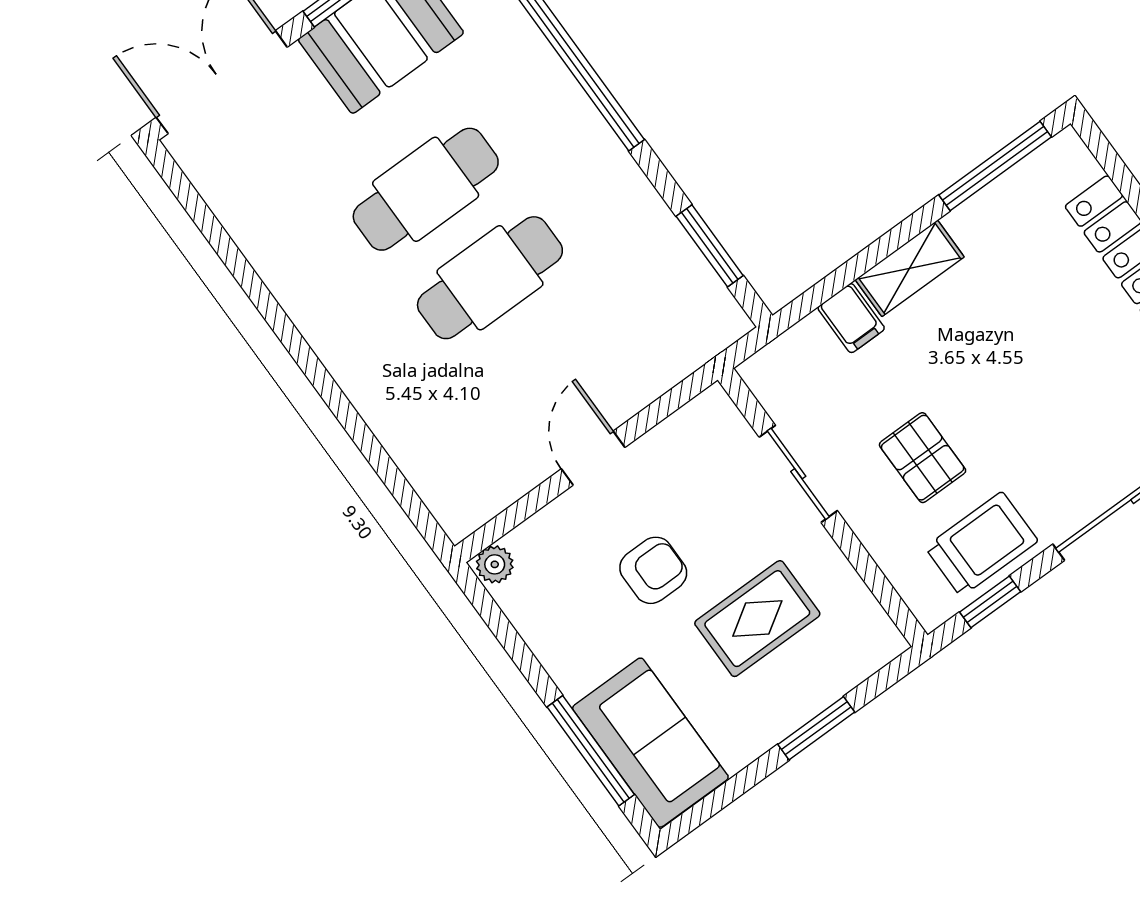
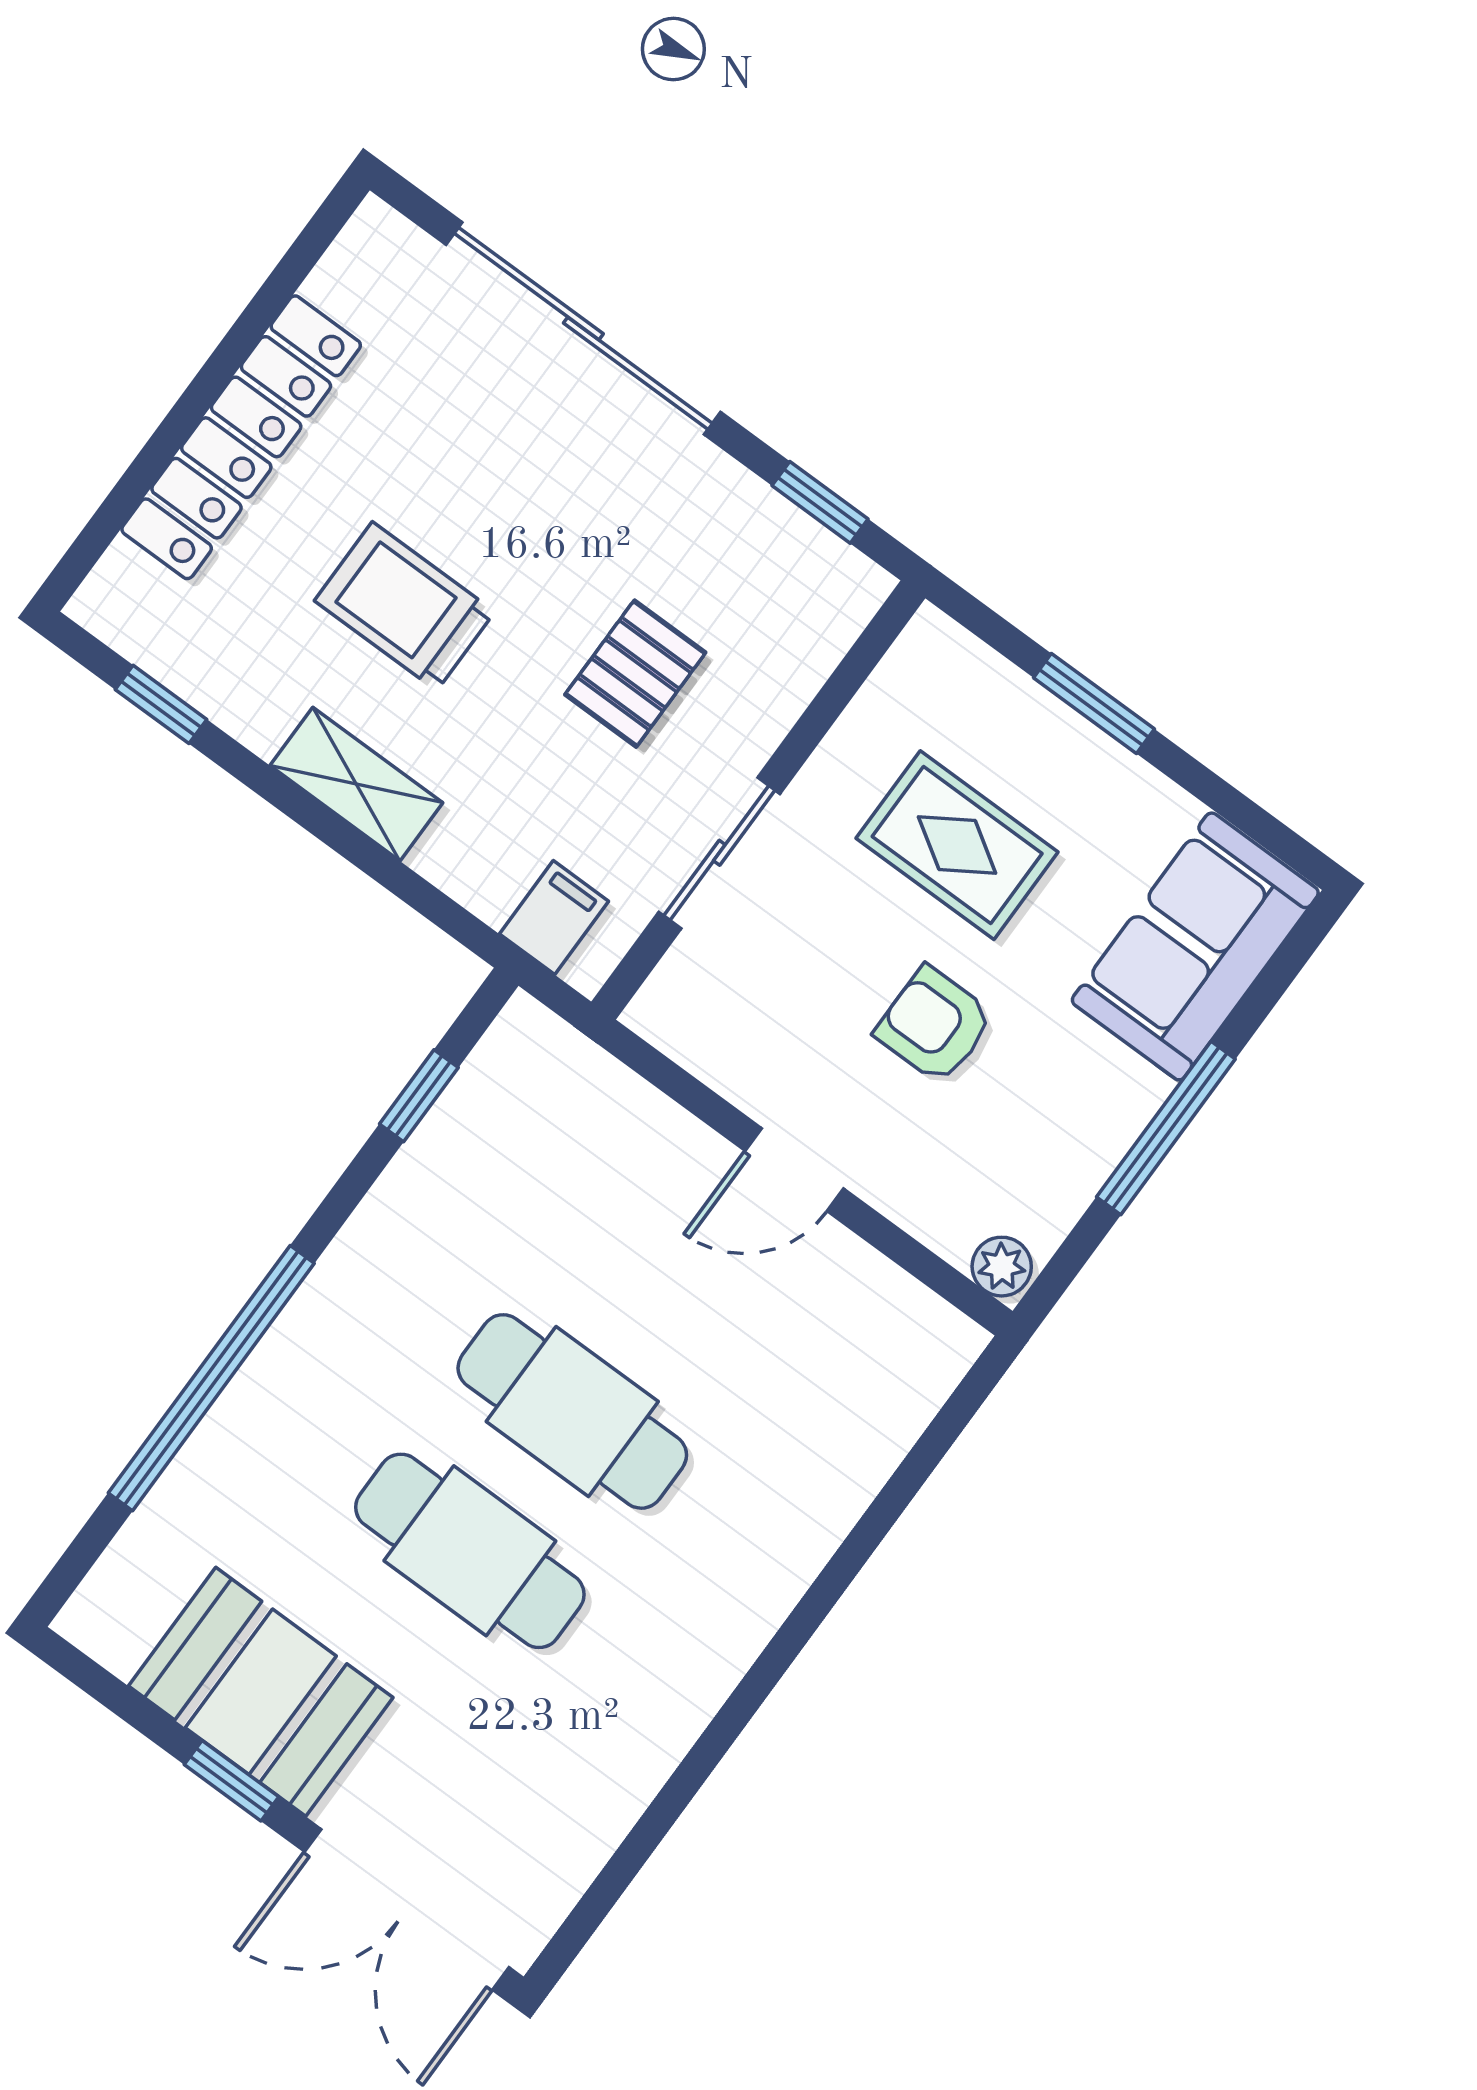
window: (995, 166) -> (161, 704), width x0.46
window: (710, 246) -> (419, 1096), width x0.67
filing cabinet: (851, 318) -> (554, 918), moved
trolley: (982, 544) -> (405, 606), moved
window: (591, 751) -> (1166, 1128), moved

